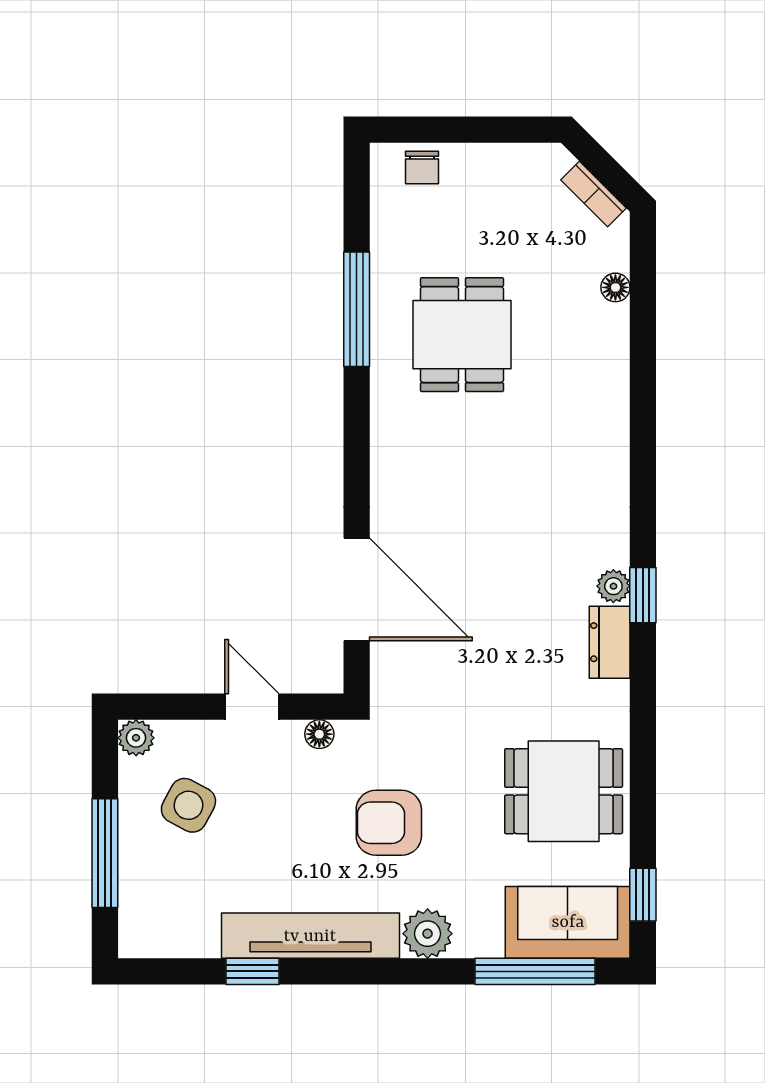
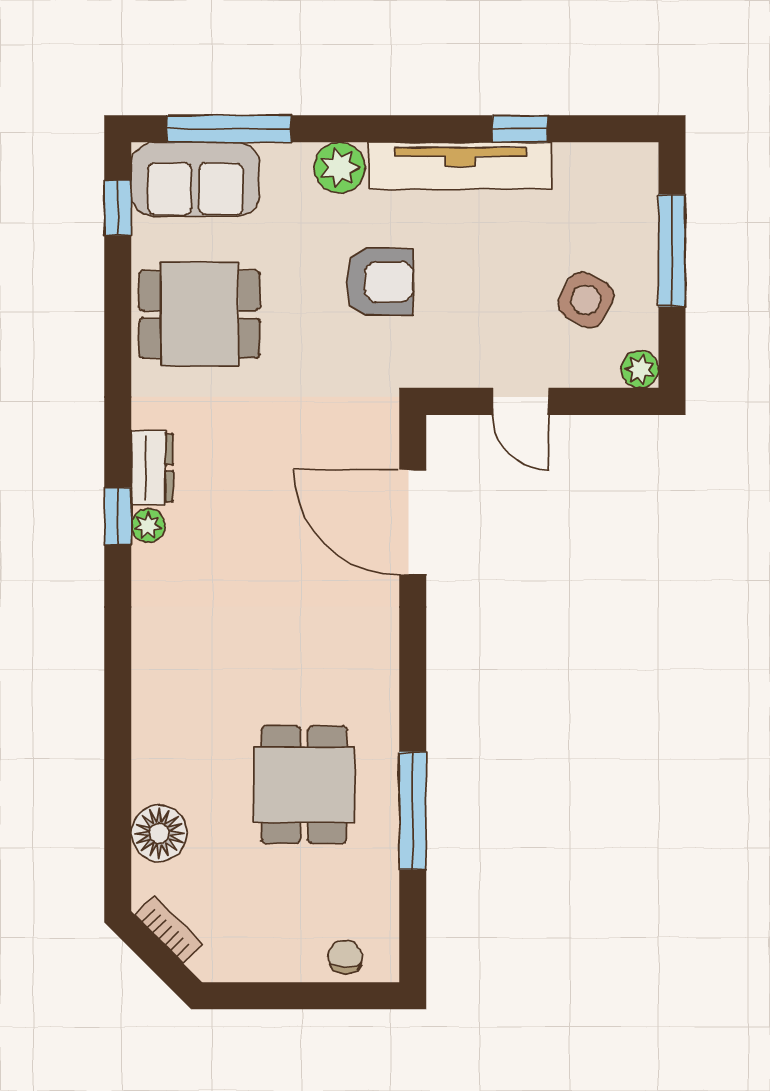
floor lamp: (615, 287) -> (159, 833), width x1.89, depth x1.89
floor lamp: (319, 734) -> (451, 373), removed

